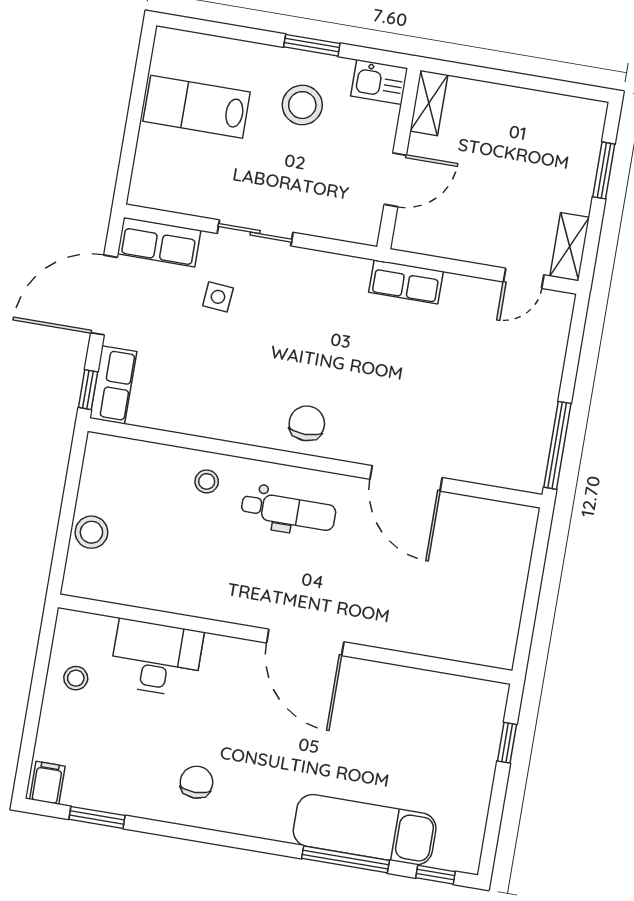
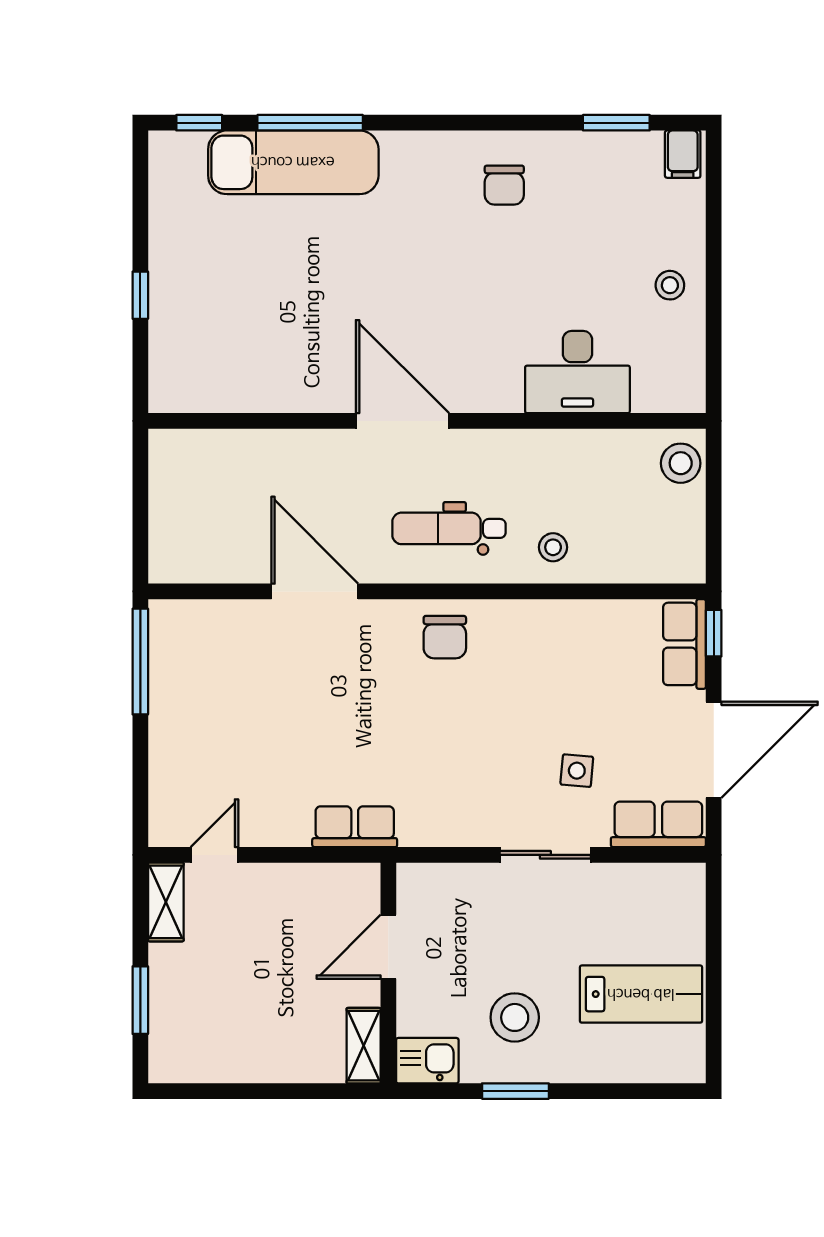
wall: (285, 639) -> (427, 421), moved
door: (305, 642) -> (402, 421), moved
desk: (156, 658) -> (577, 372), moved

